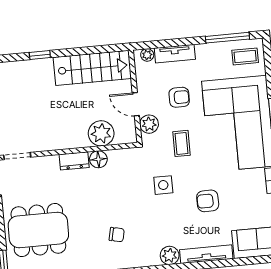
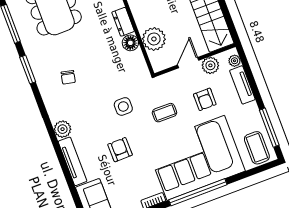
coffee table: (245, 56) -> (257, 148), width x1.36, depth x1.30
plant: (149, 124) -> (210, 65), moved

